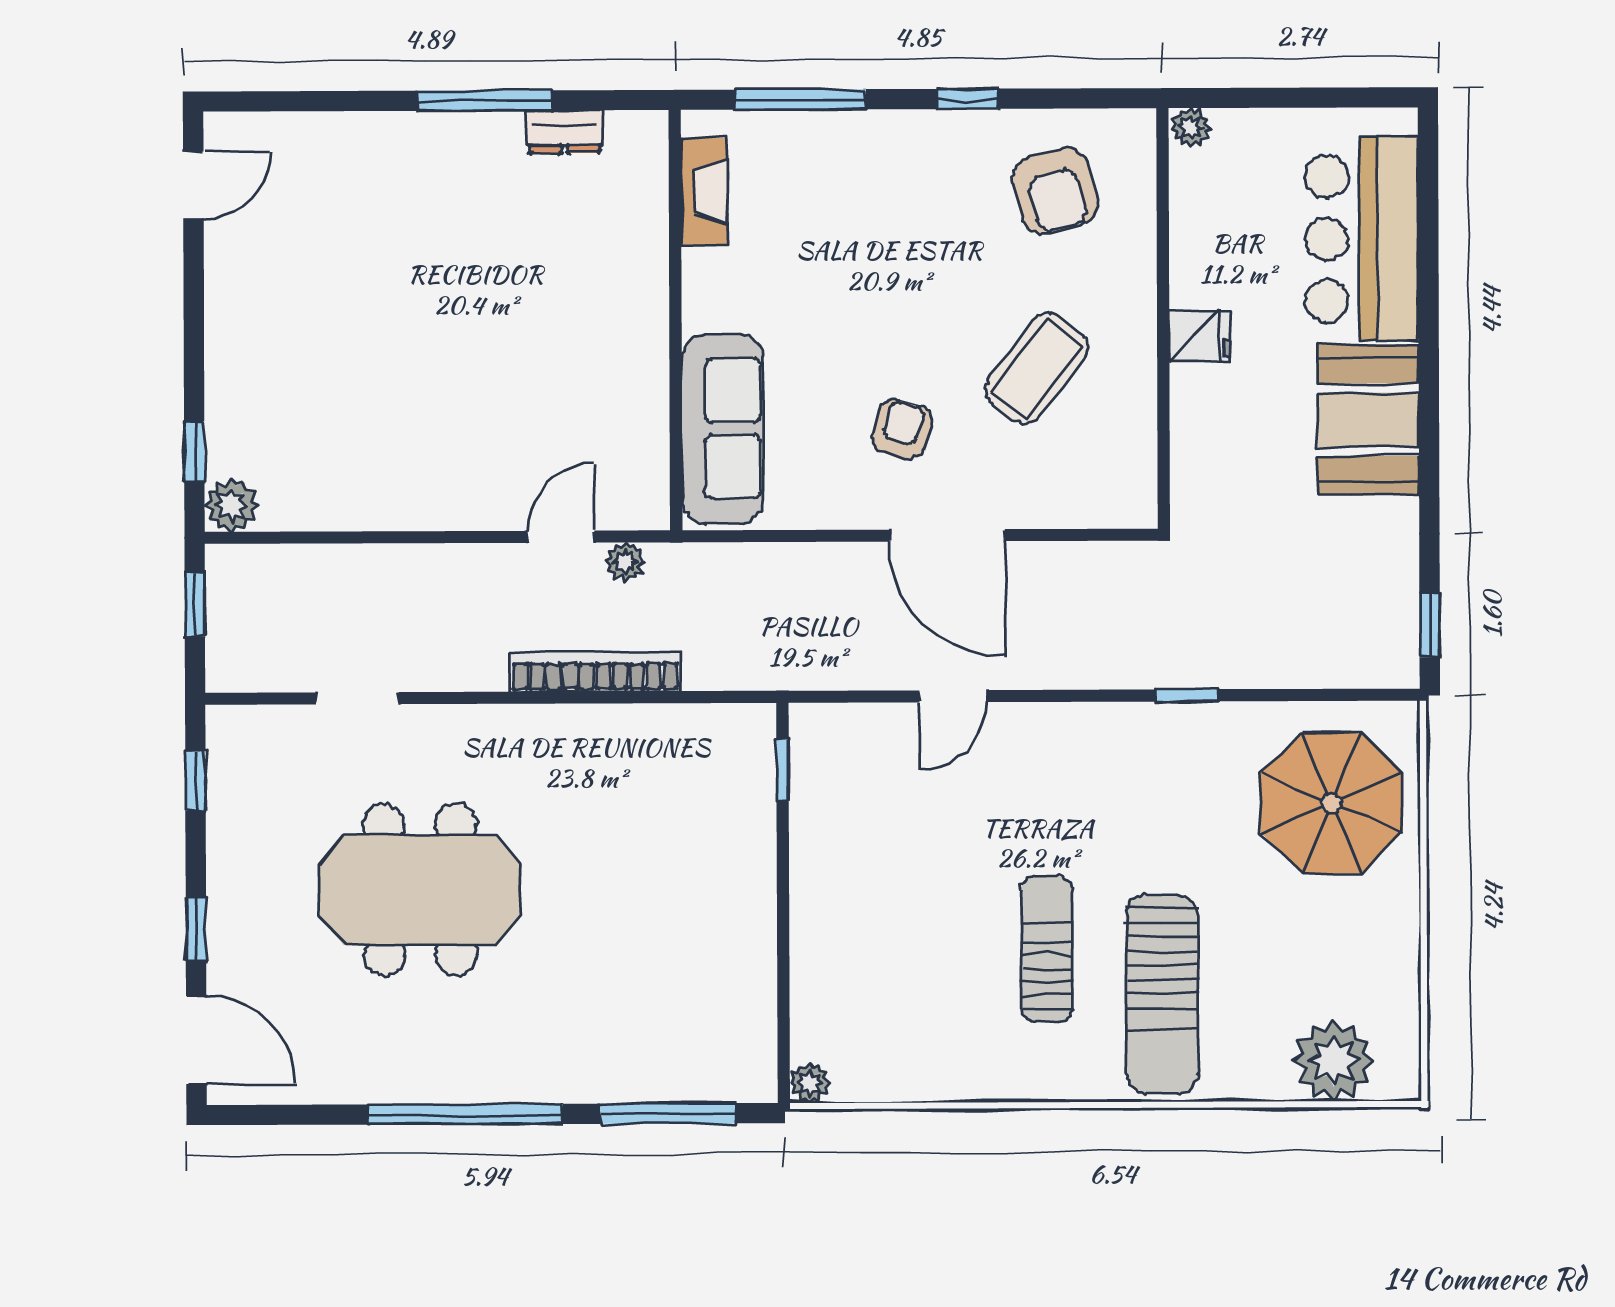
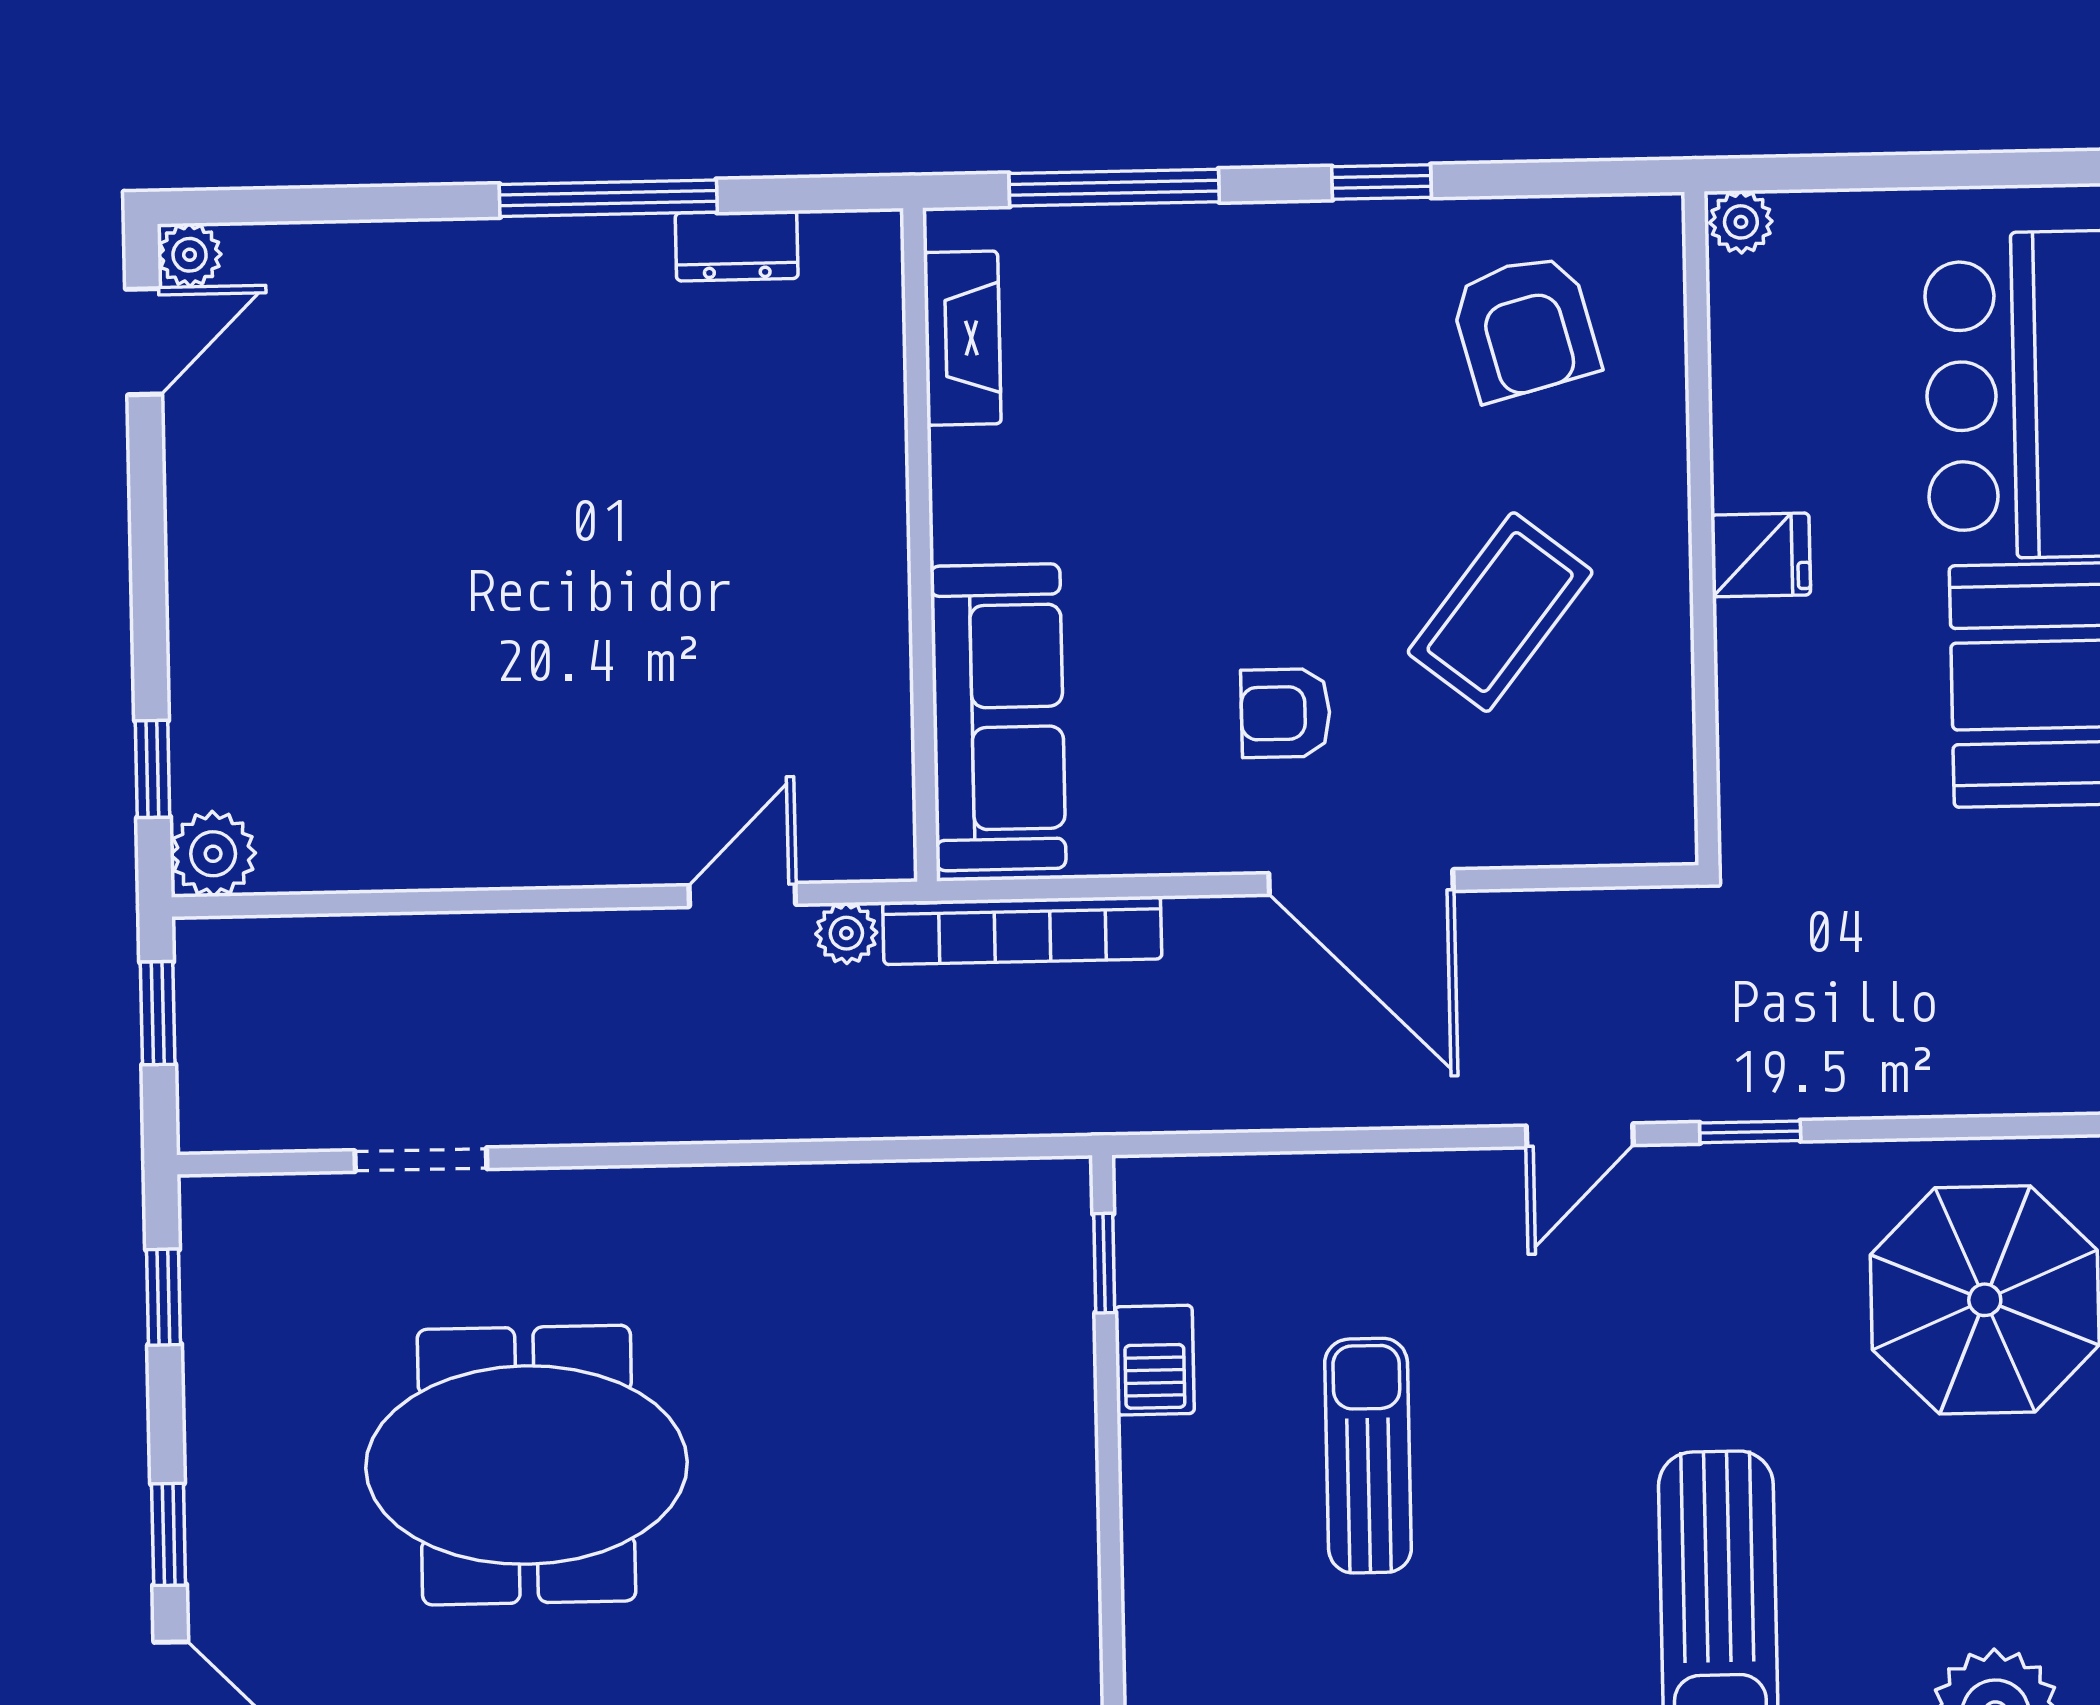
plant: (223, 131) -> (190, 255), added
armchair: (902, 429) -> (1285, 713), turned -107
bookcase: (595, 672) -> (1022, 930), moved, turned 180
door: (953, 696) -> (1580, 1135), moved
barbecue: (813, 831) -> (1155, 1360), added
sun lounger: (1047, 949) -> (1368, 1456), moved

